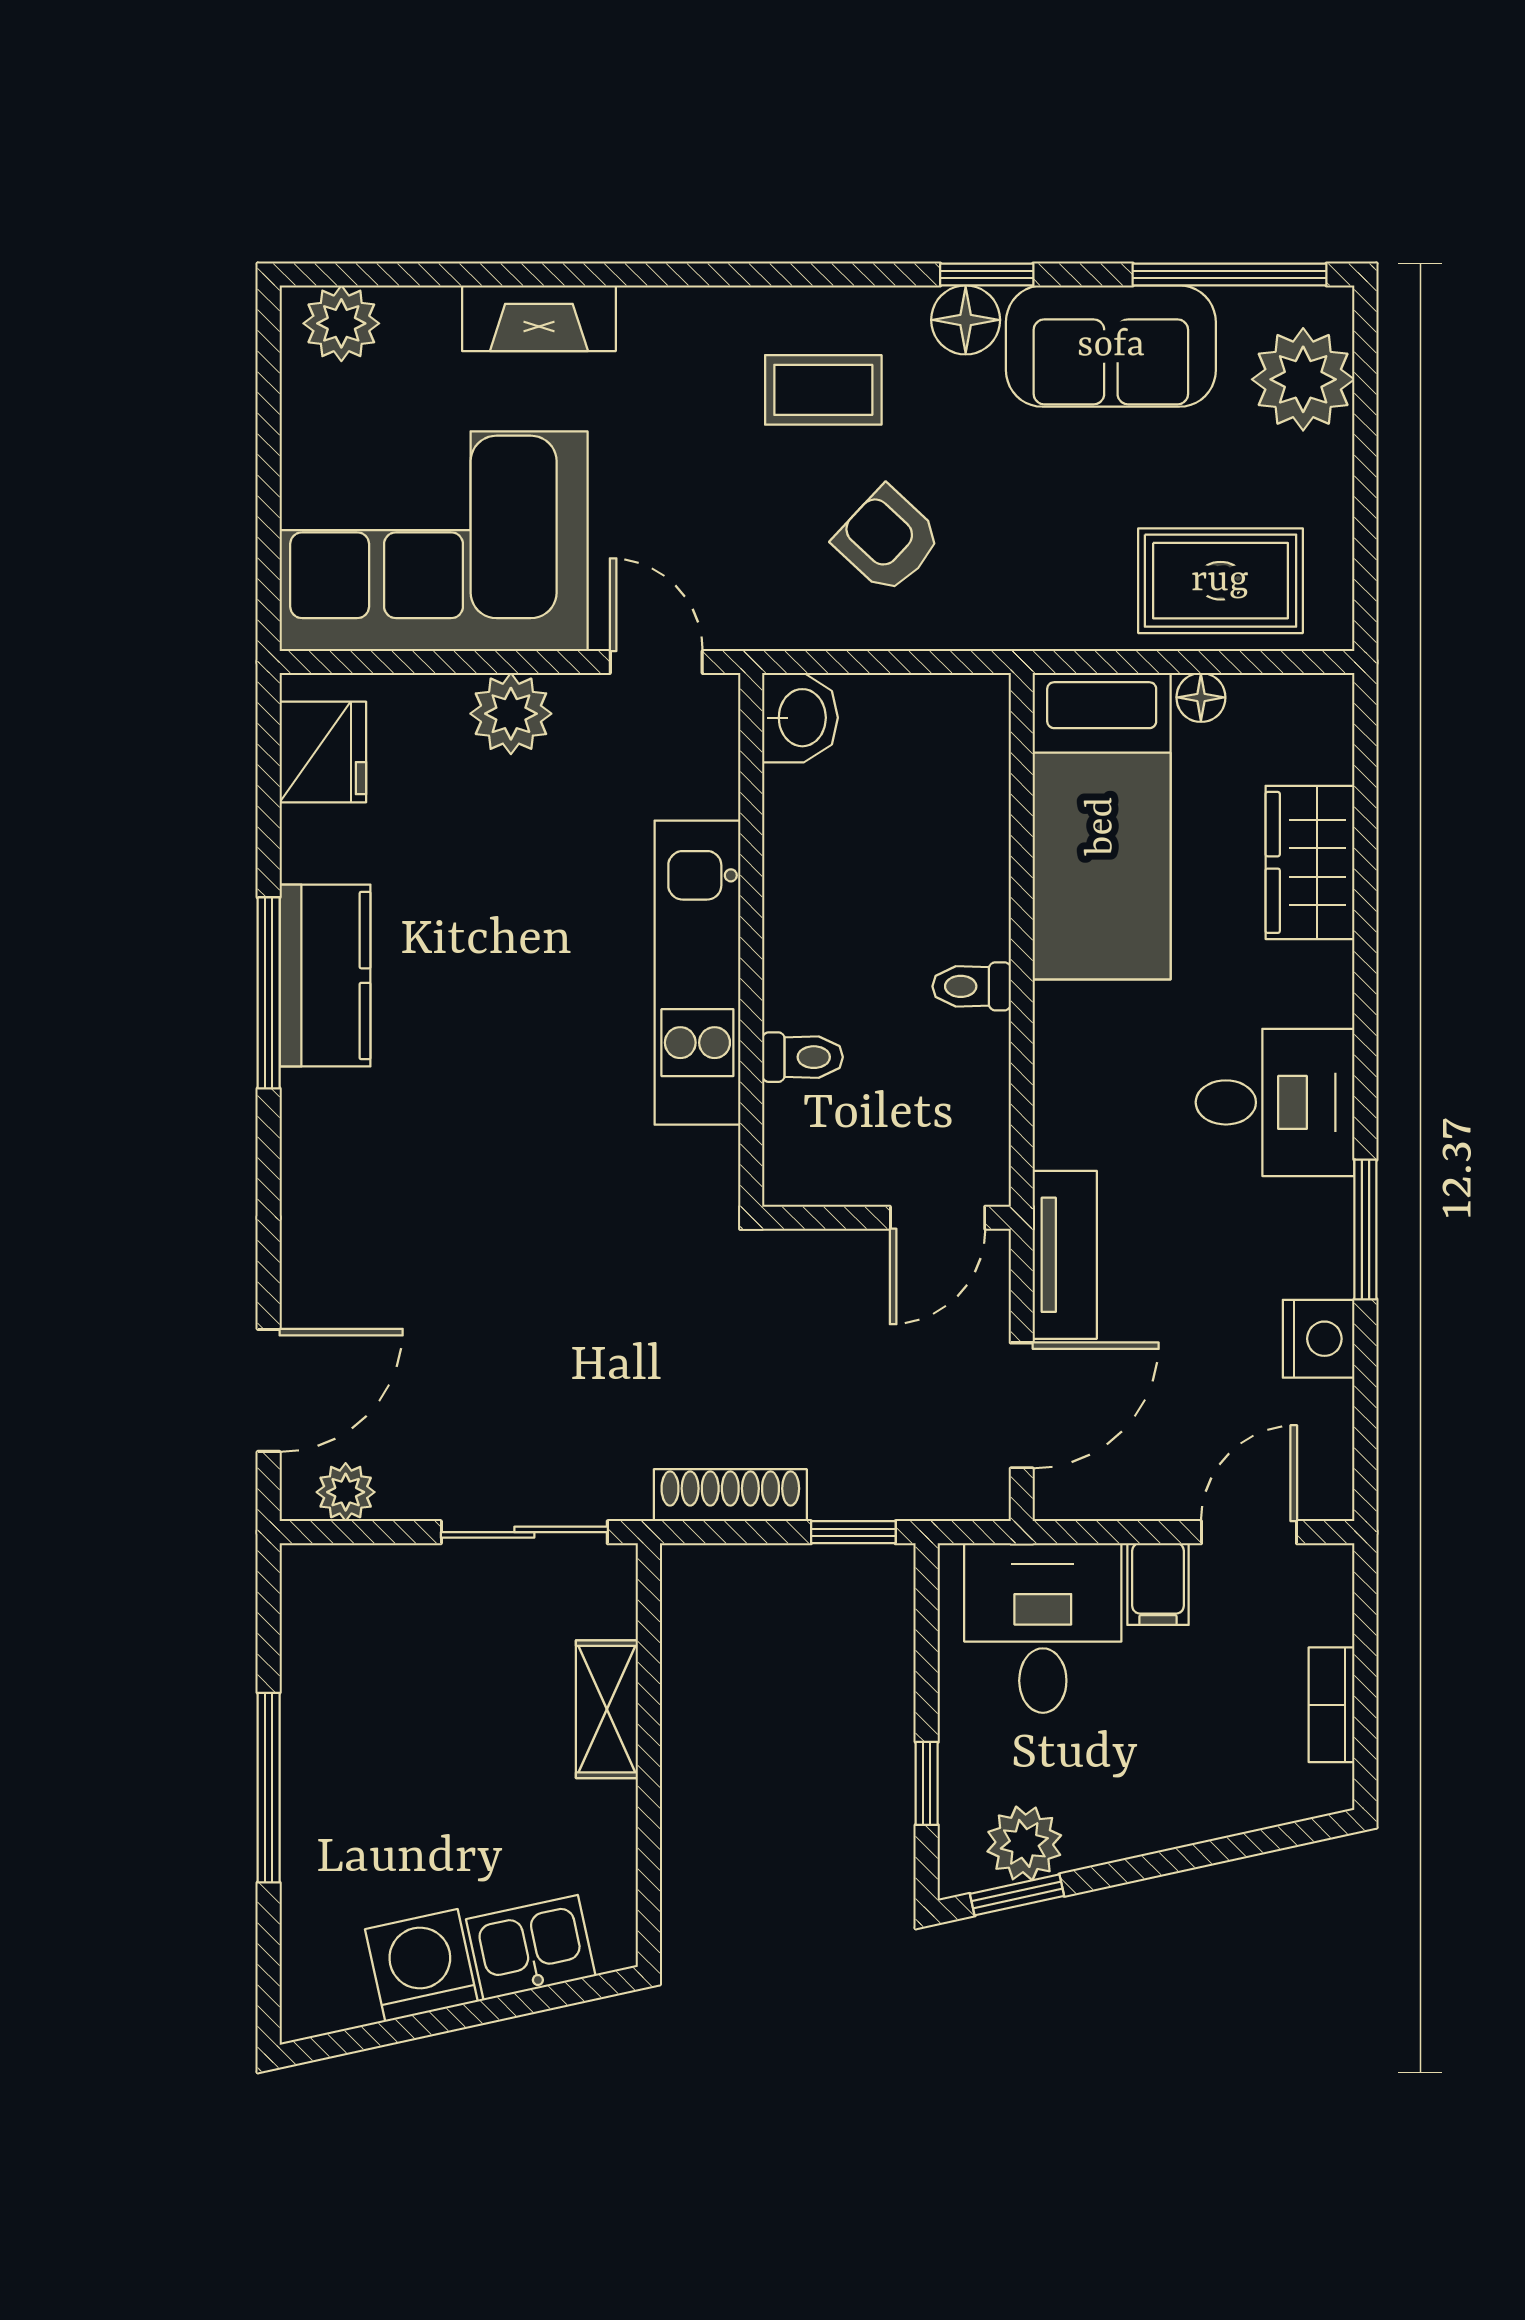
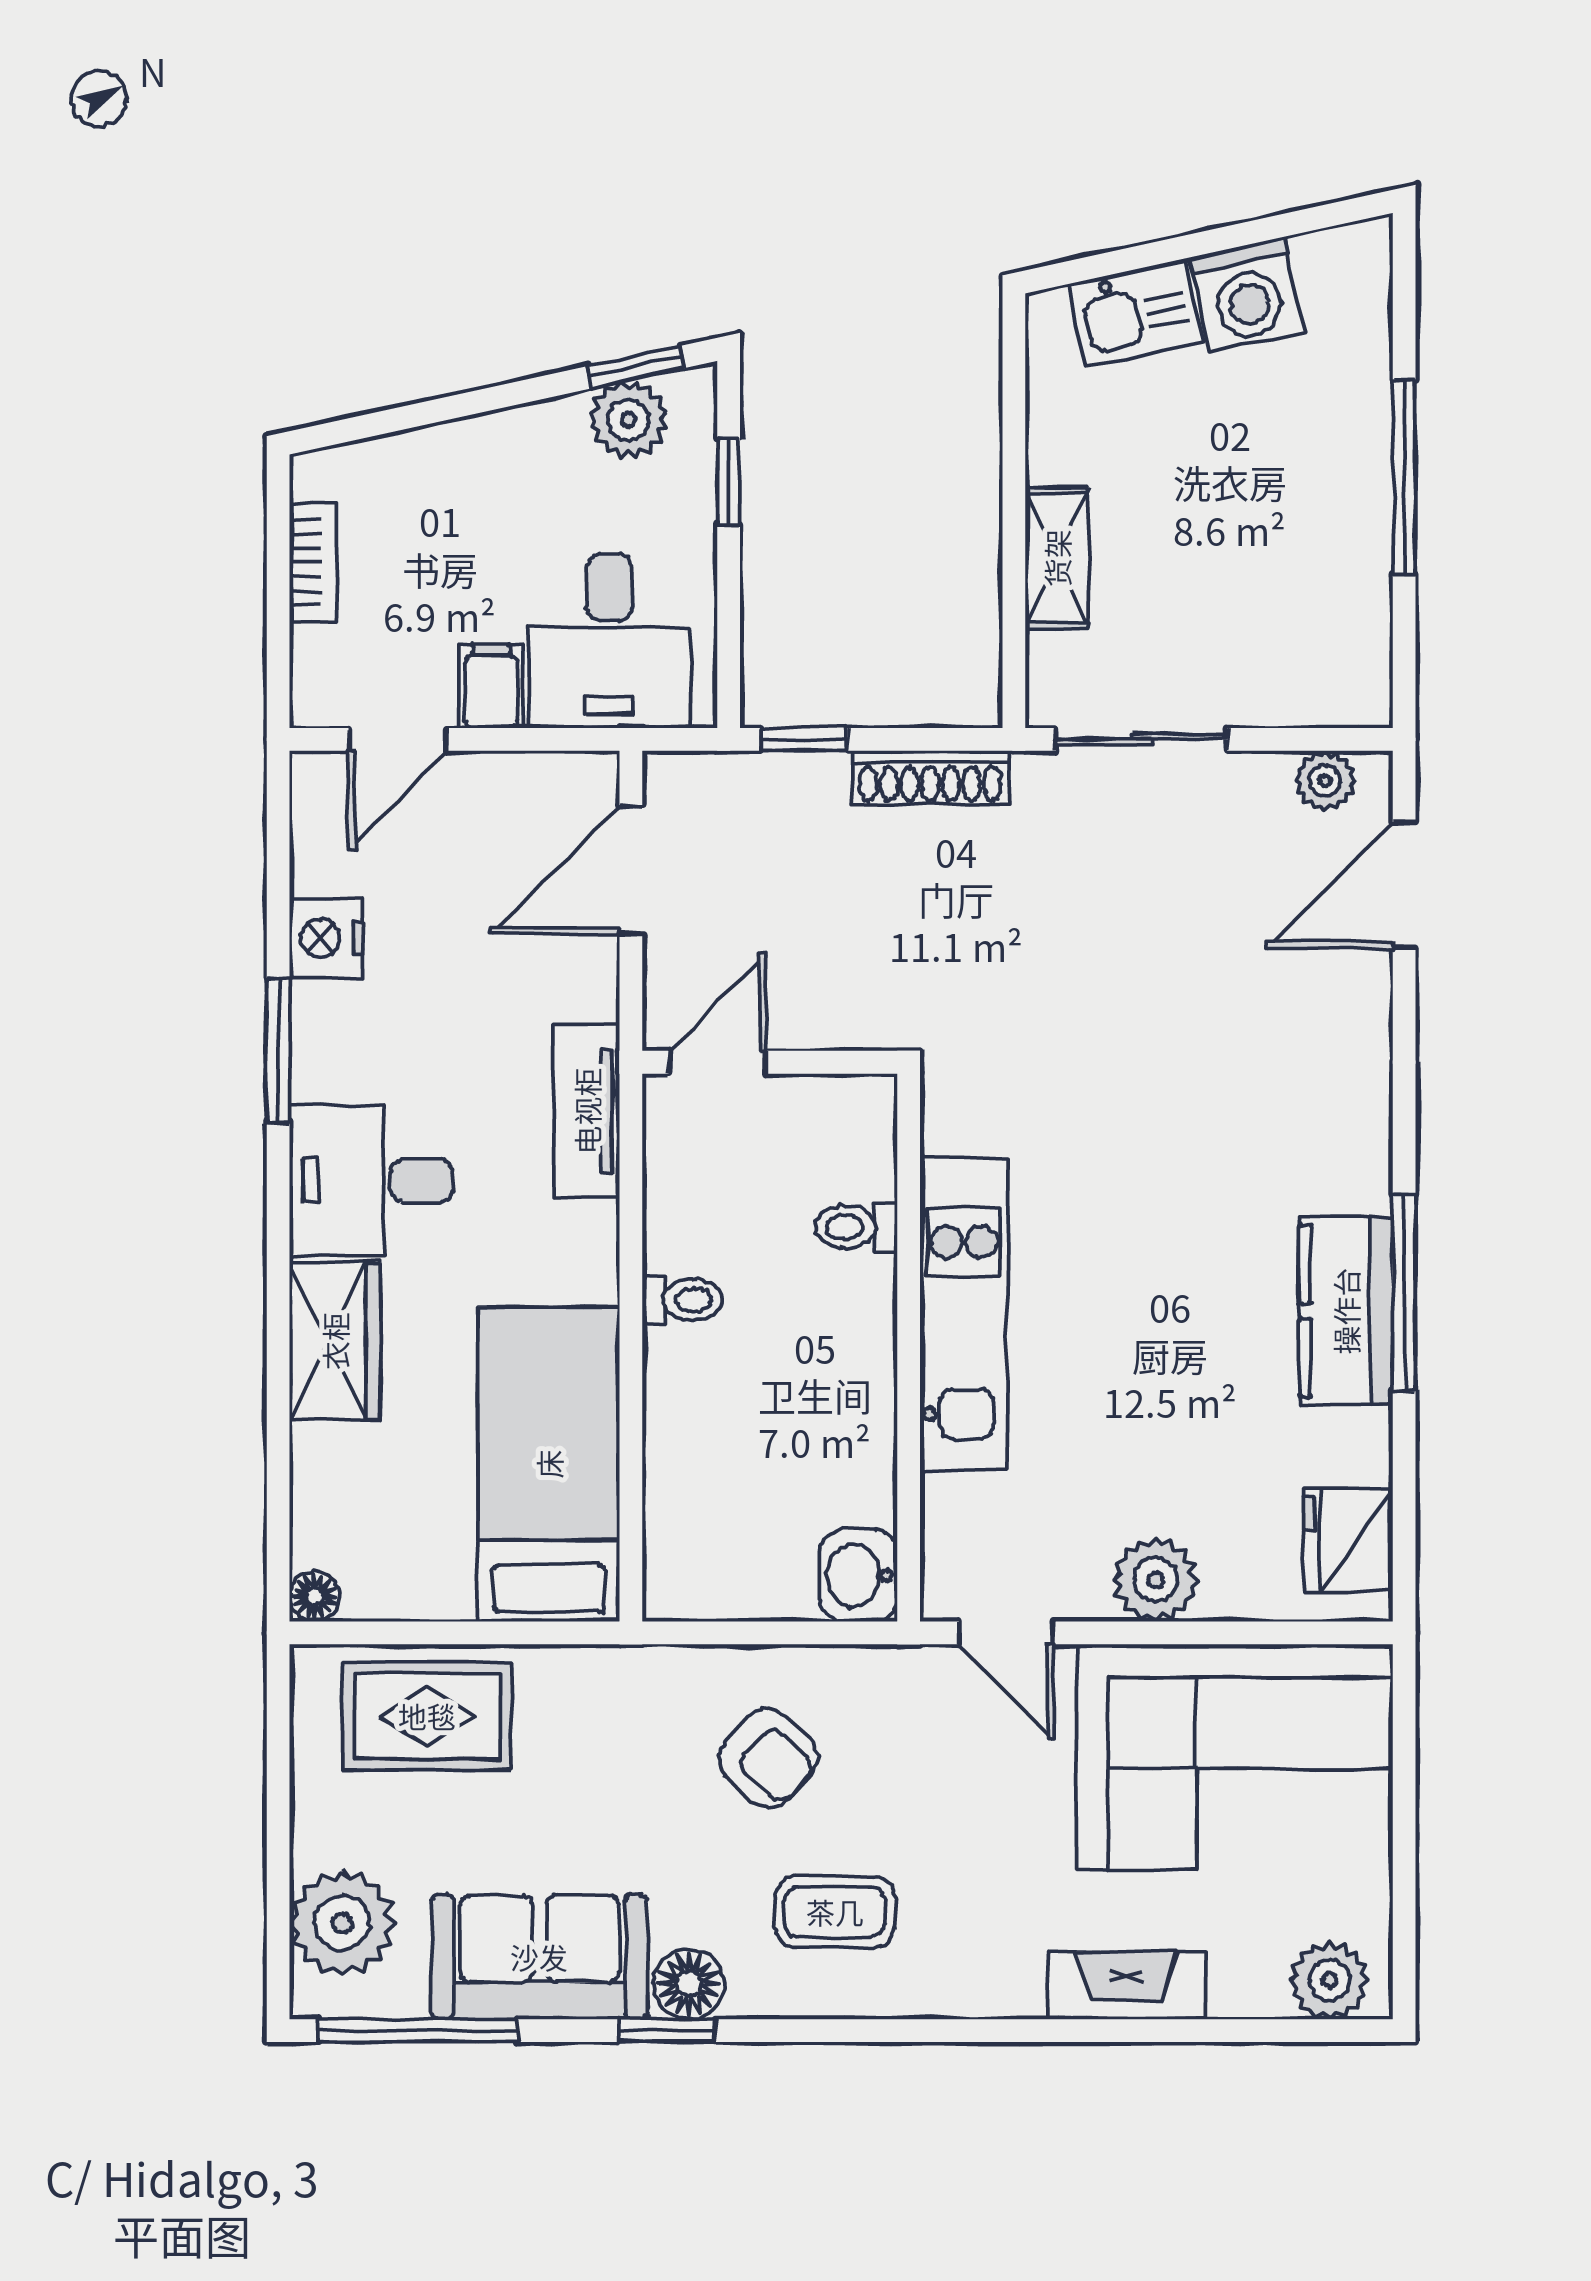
floor lamp: (1201, 697) -> (315, 1596), moved
wardrobe: (1310, 862) -> (335, 1341), moved
tv unit: (1065, 1255) -> (587, 1111), moved

